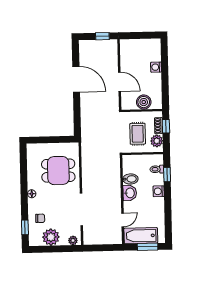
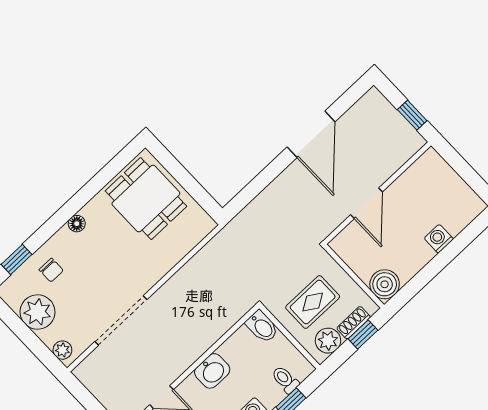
boiler: (144, 102) -> (385, 284), moved
dining table: (58, 171) -> (146, 199), moved
bidet: (130, 179) -> (262, 327), moved

